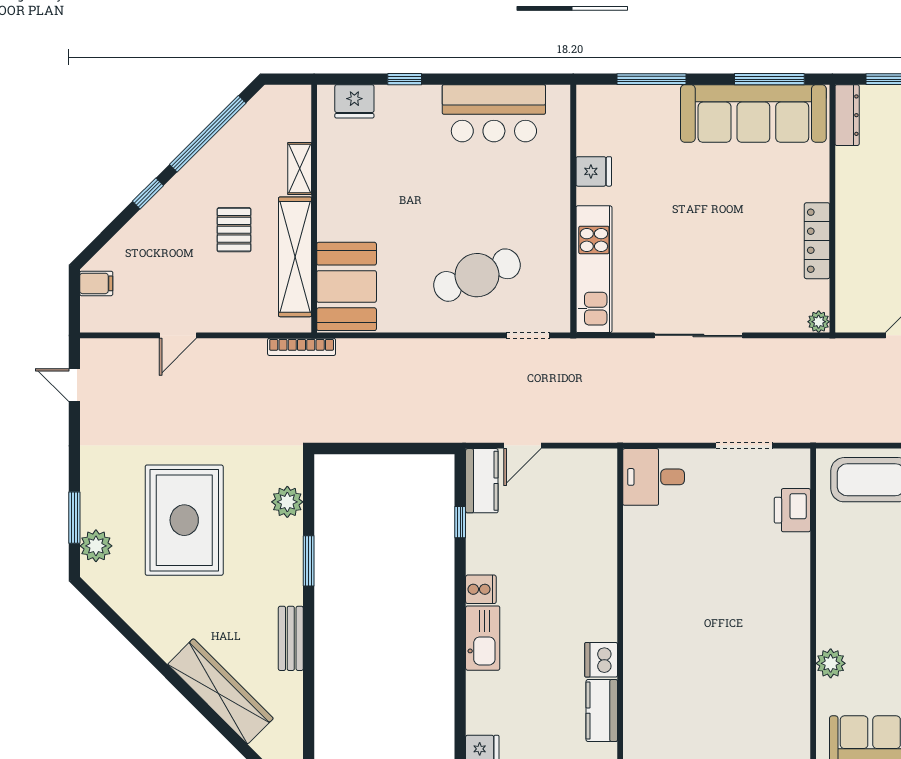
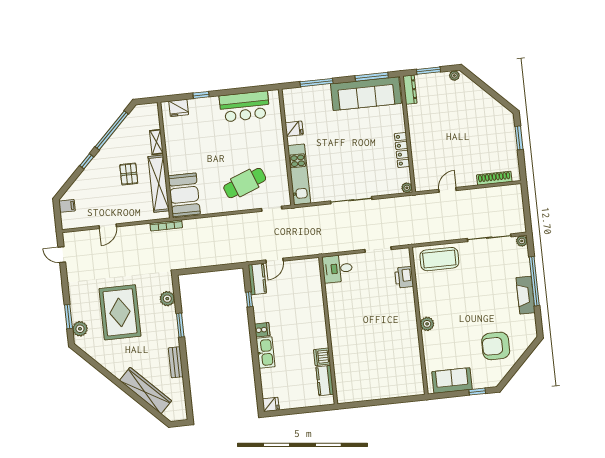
plant: (831, 663) -> (427, 324), moved

